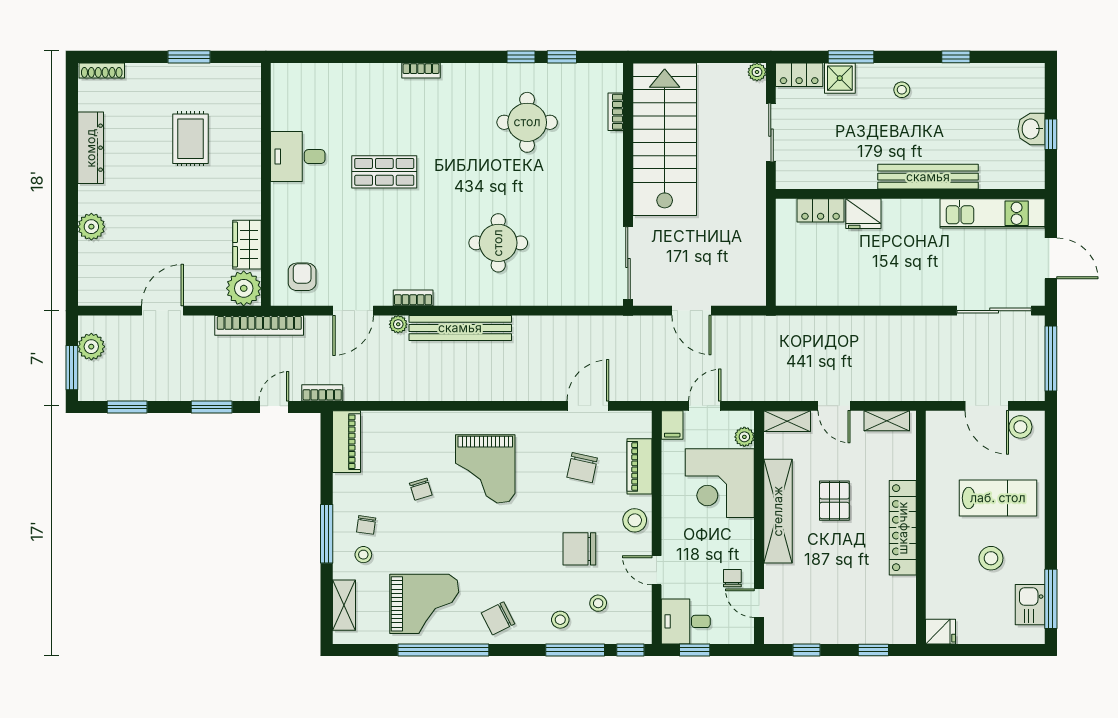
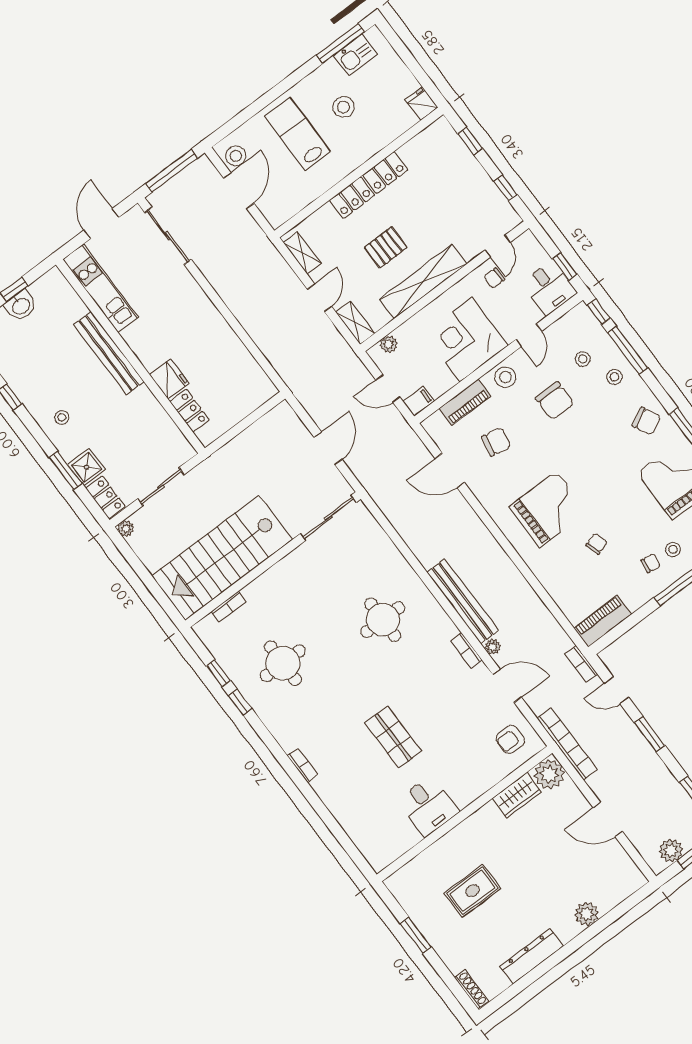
corner desk: (720, 483) -> (466, 340), moved, turned 180

